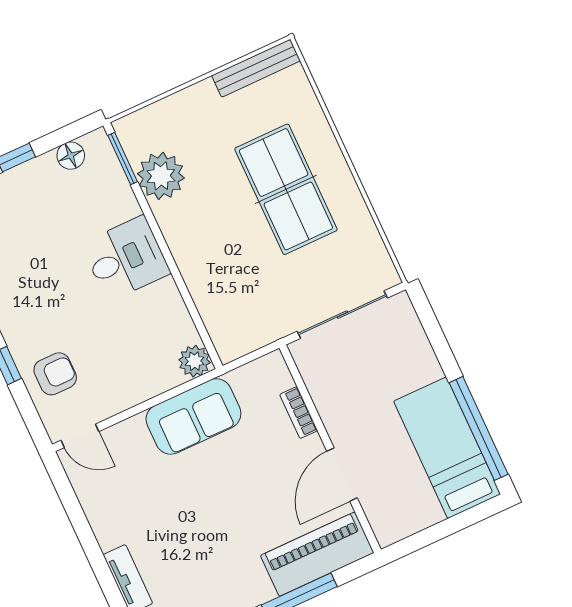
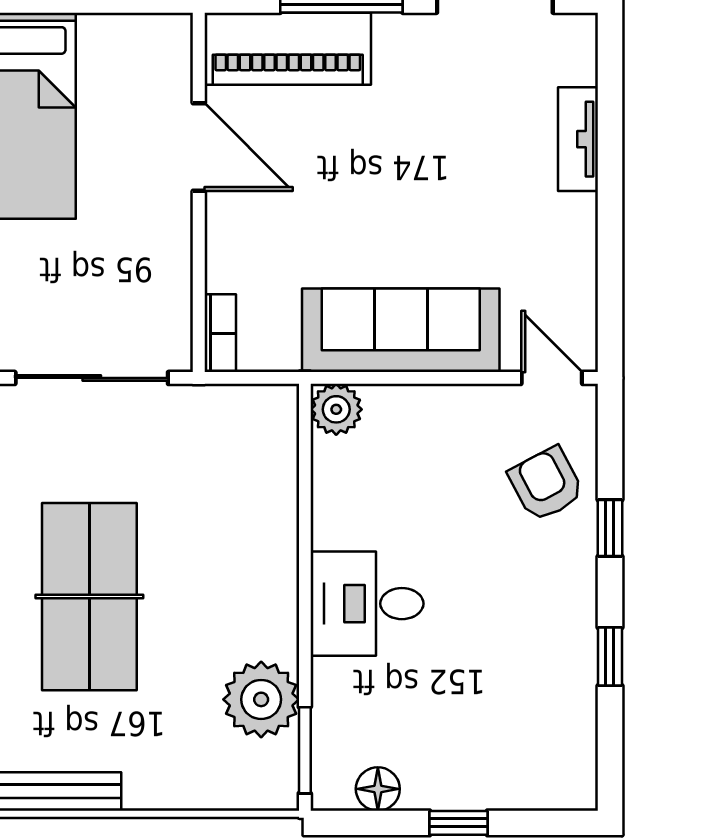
armchair: (55, 374) -> (546, 484), turned 62
bookcase: (299, 413) -> (220, 333), moved
sofa: (193, 416) -> (401, 330), width x1.36
door: (342, 475) -> (199, 147), hinge flipped

